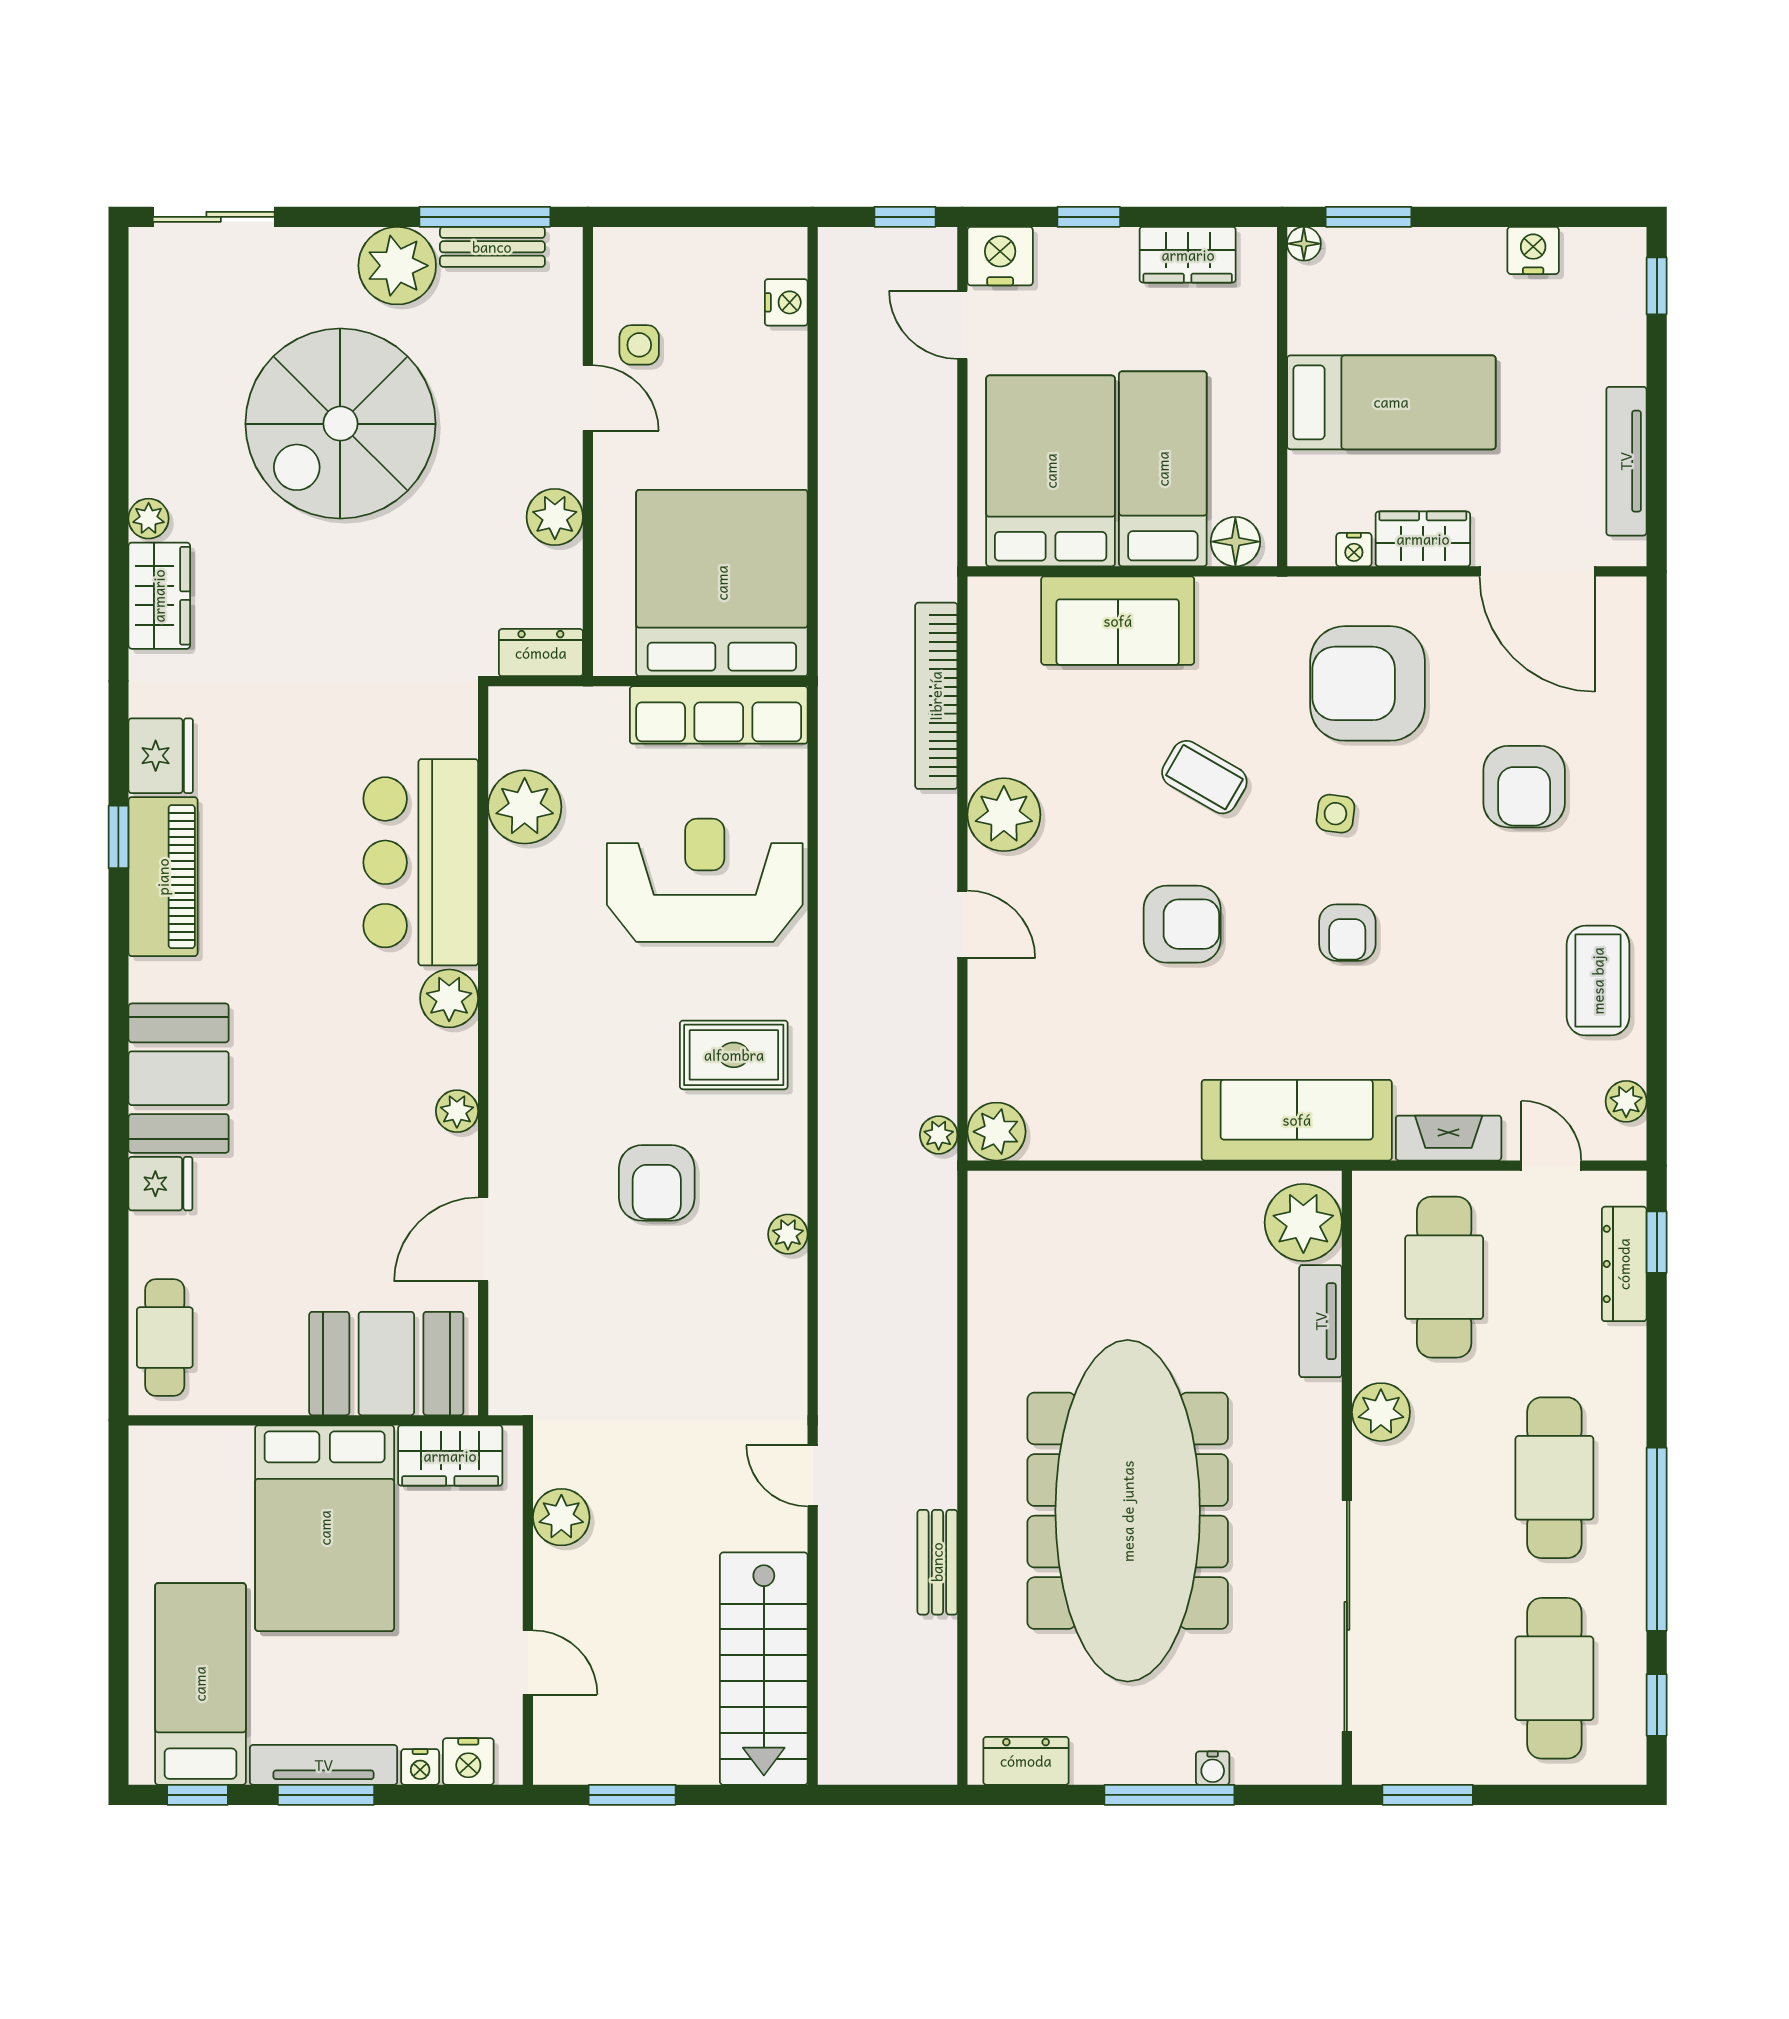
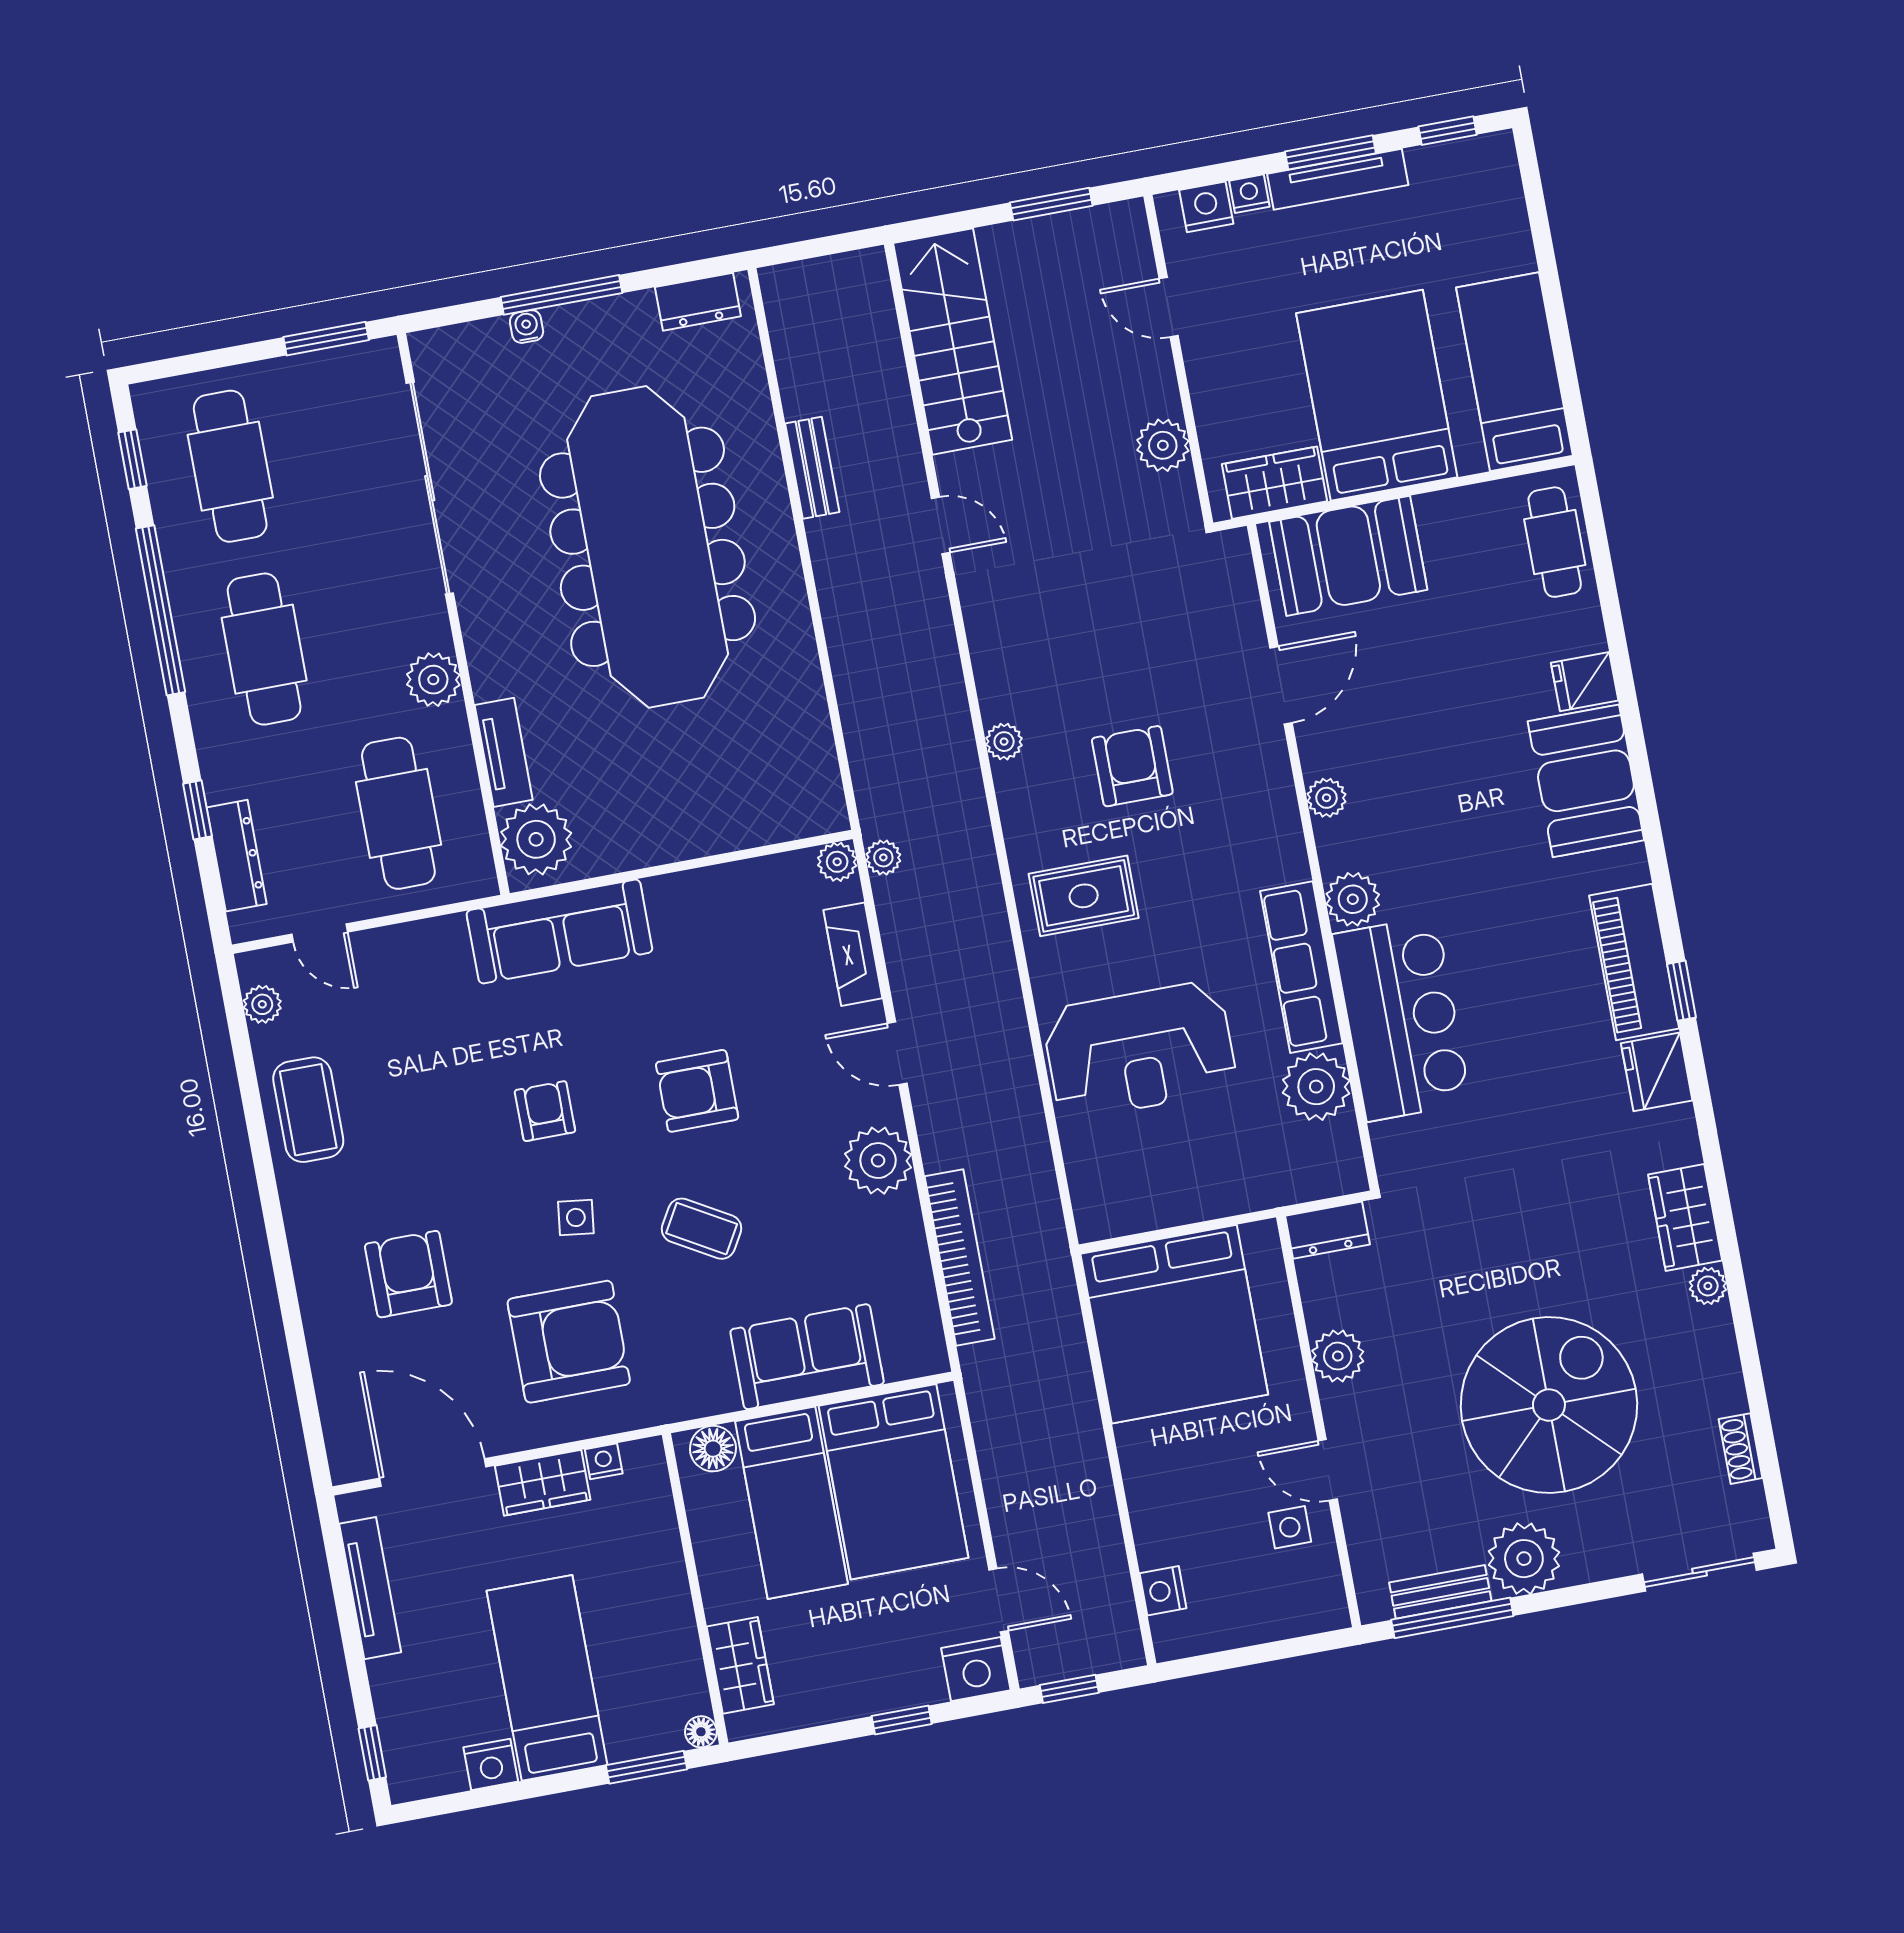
wardrobe: (1188, 255) -> (740, 1665), moved, turned 90
shoe rack: (146, 340) -> (1741, 1449), added
bed: (1391, 402) -> (547, 1678), moved, turned 90
row of seats: (719, 715) -> (1301, 967), moved, turned -90
plant: (996, 1132) -> (837, 862), width x0.73, depth x0.73
fireplace: (1449, 1138) -> (853, 954), moved, turned 90
window: (1657, 1242) -> (198, 810), moved
bed: (200, 1684) -> (1515, 372), moved, turned 180

